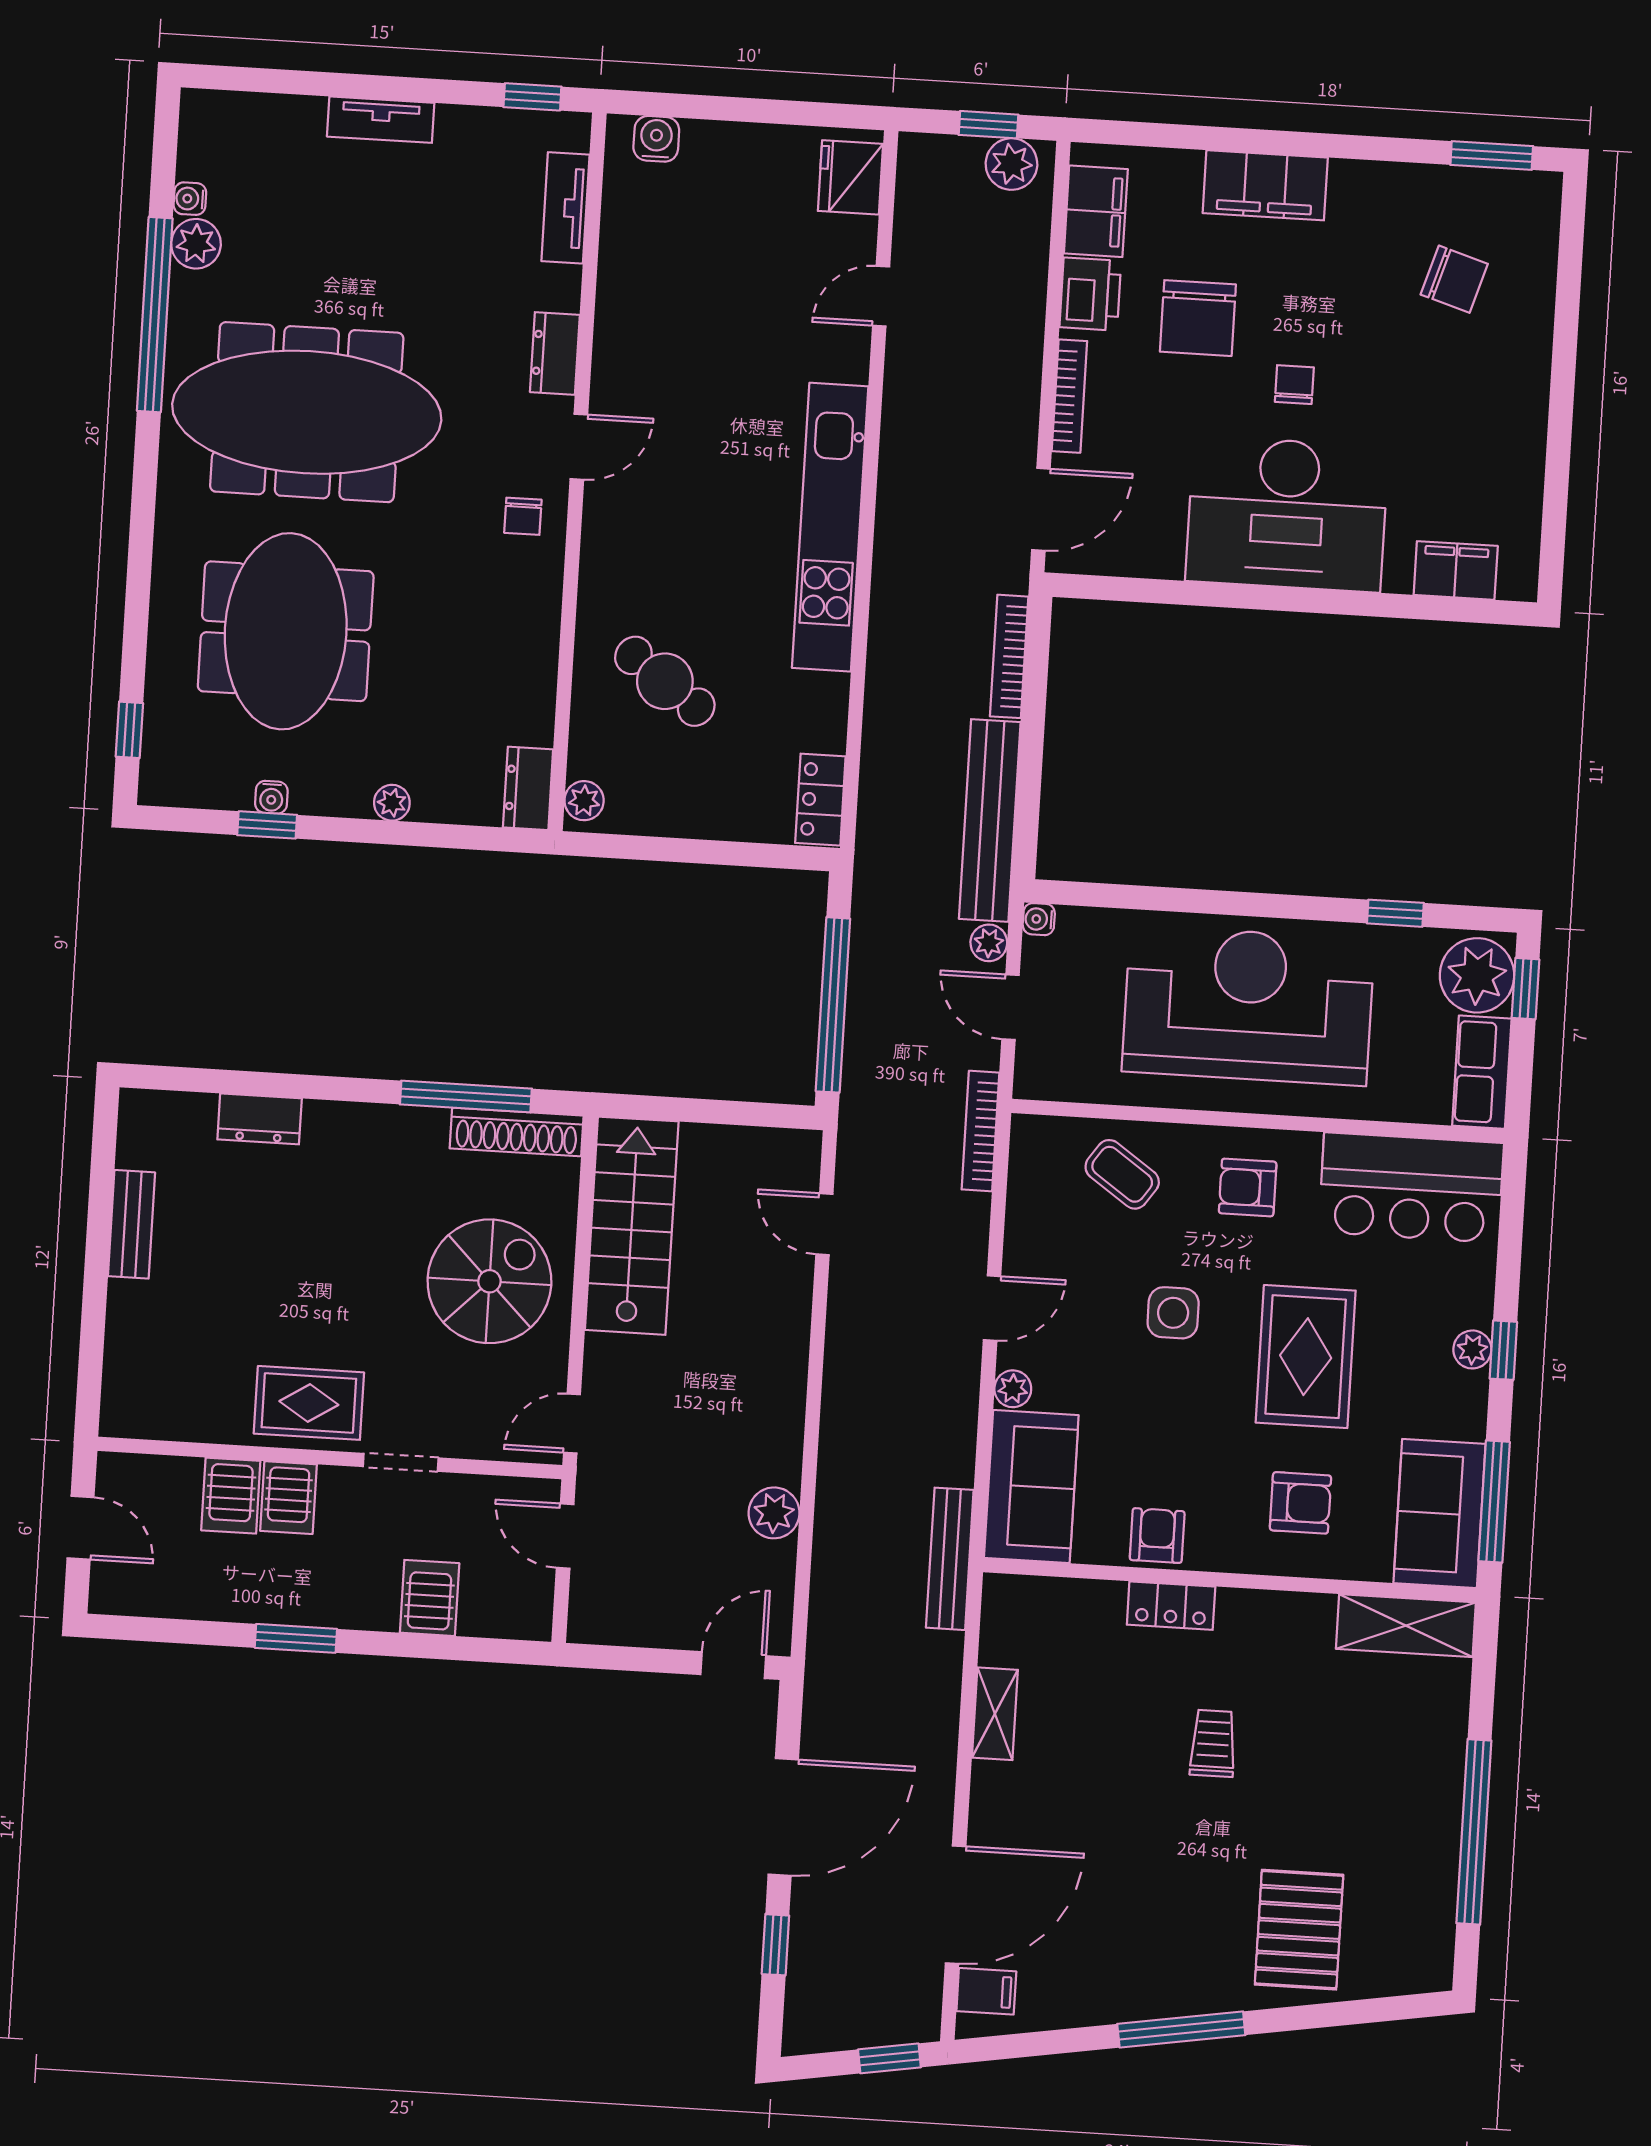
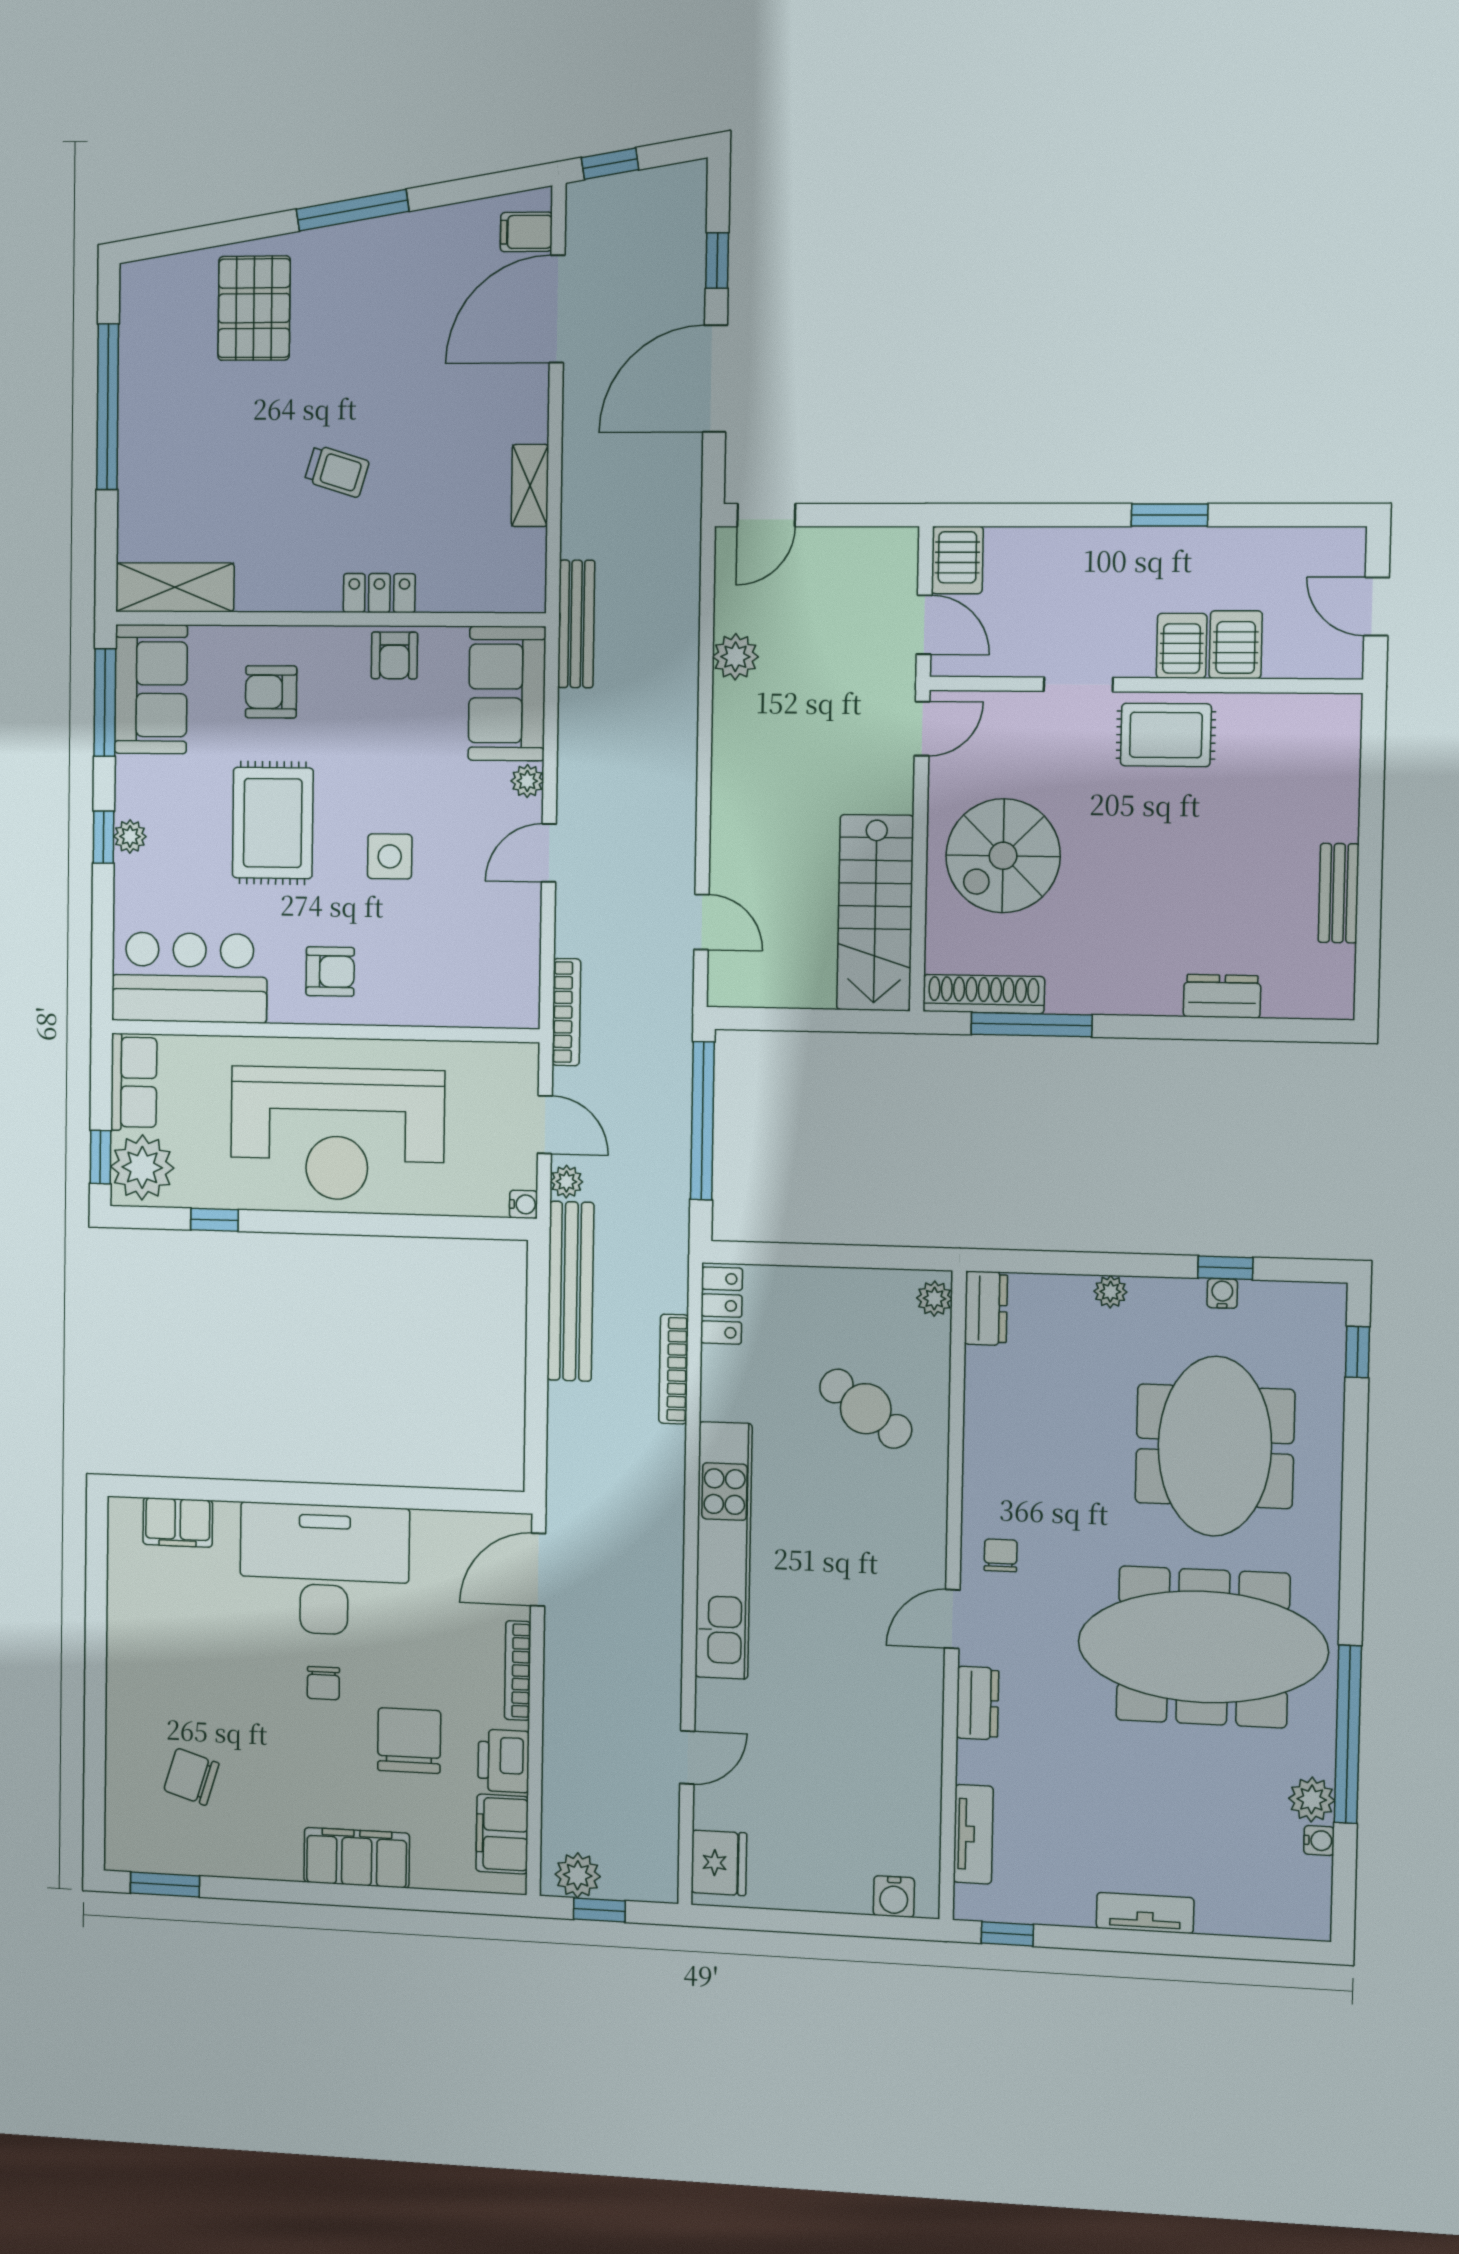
bookcase: (1009, 656) -> (674, 1369), moved, turned 180
coffee table: (1122, 1174) -> (440, 979), removed
server rack: (430, 1598) -> (957, 560), moved
trolley: (1213, 1743) -> (337, 471), turned -73

